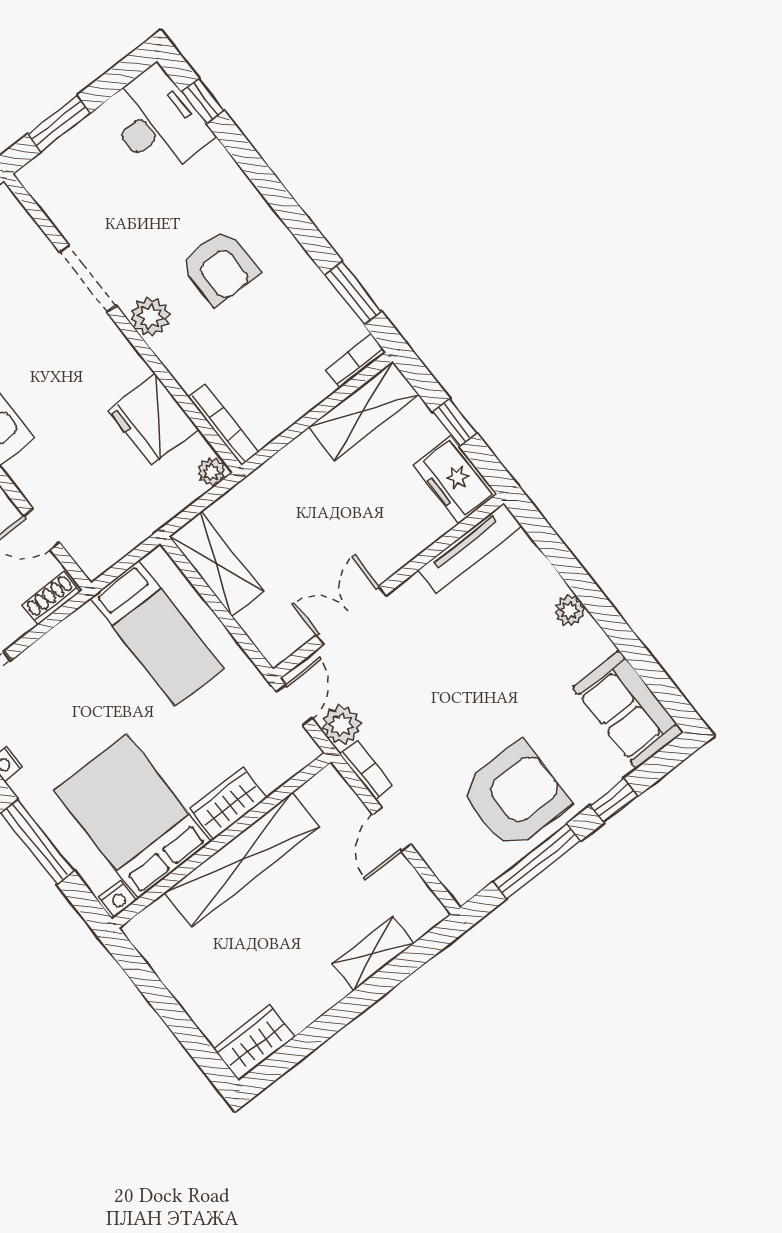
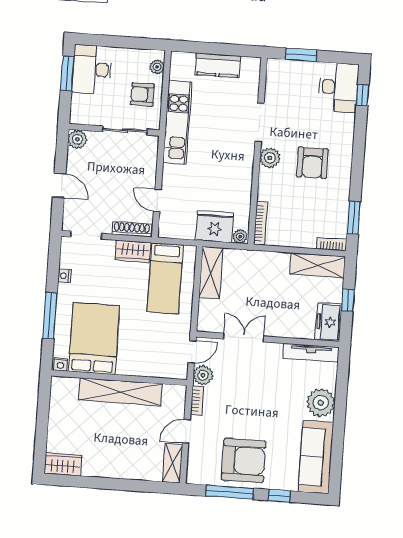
fridge: (154, 420) -> (215, 227), moved, turned 90
shoe rack: (51, 598) -> (132, 229), width x1.43
plant: (569, 611) -> (321, 403), width x1.88, depth x1.88
sofa: (628, 710) -> (316, 457), width x1.36
wardrobe: (228, 803) -> (133, 251), moved, turned 180
shelving: (373, 954) -> (173, 463), moved, turned 90

